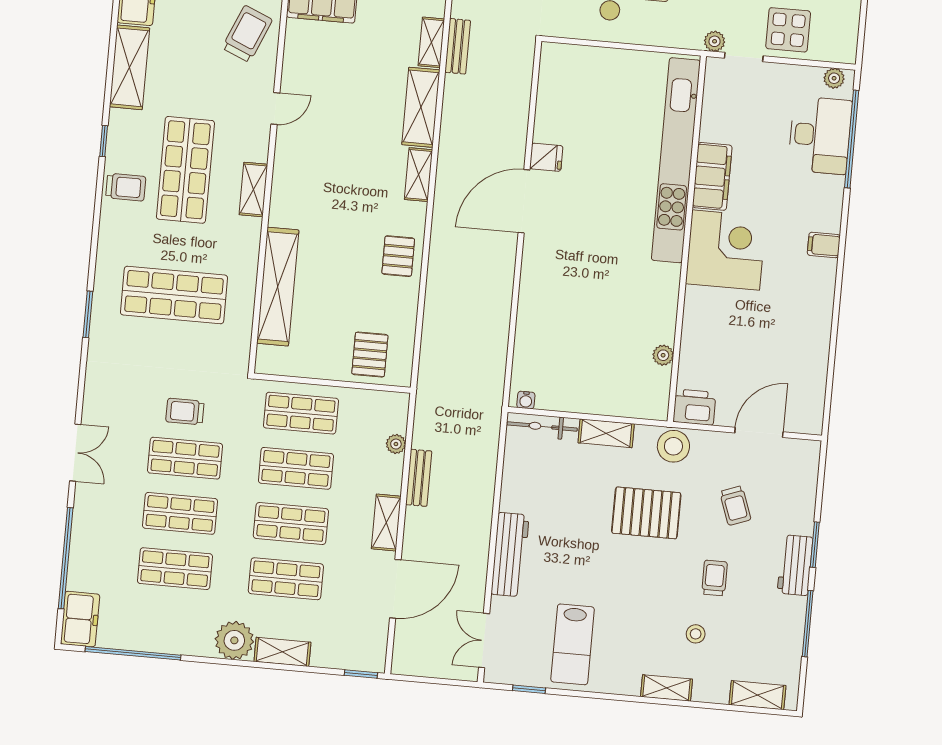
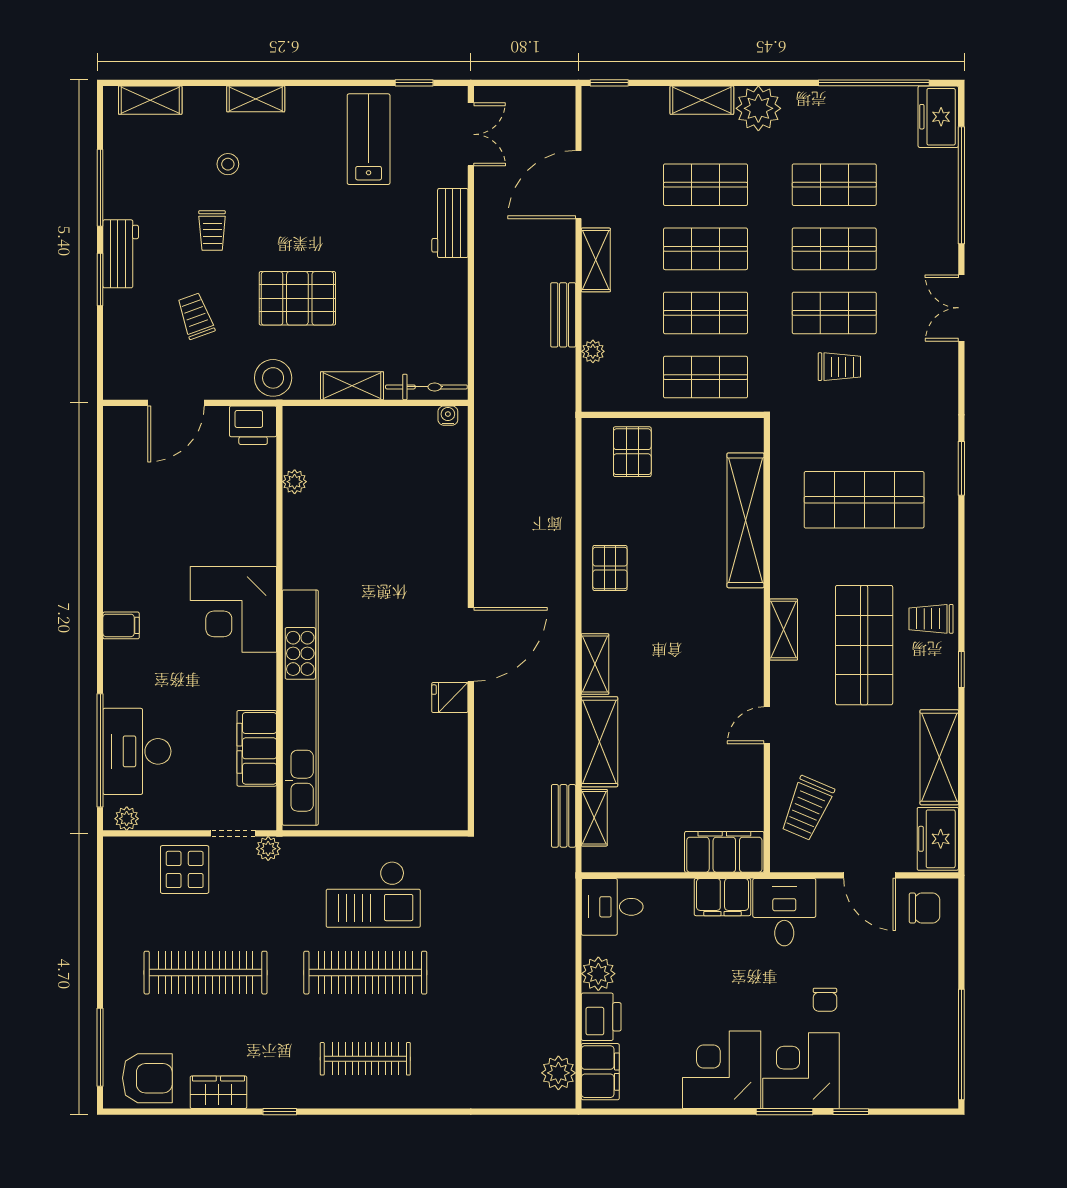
filing cabinet: (712, 176) -> (257, 748), moved
workbench: (510, 555) -> (450, 223), width x0.73

